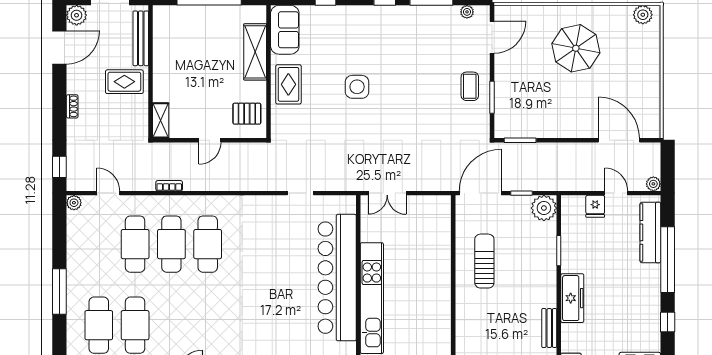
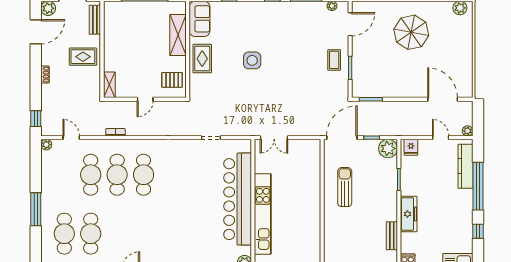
bench: (141, 38) -> (95, 20), width x0.73
fridge: (595, 206) -> (411, 147), moved

